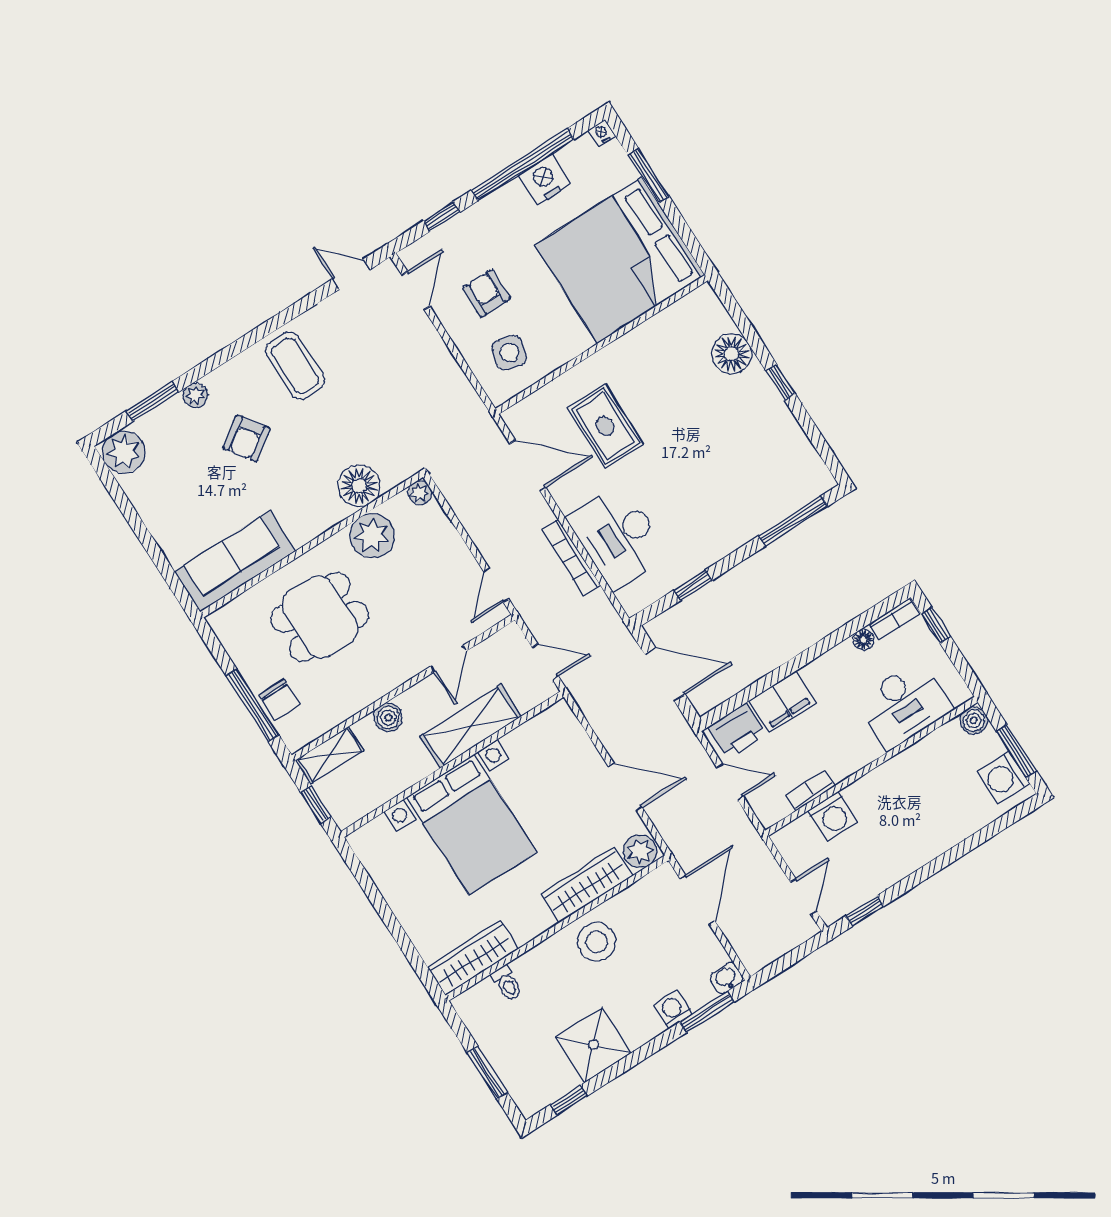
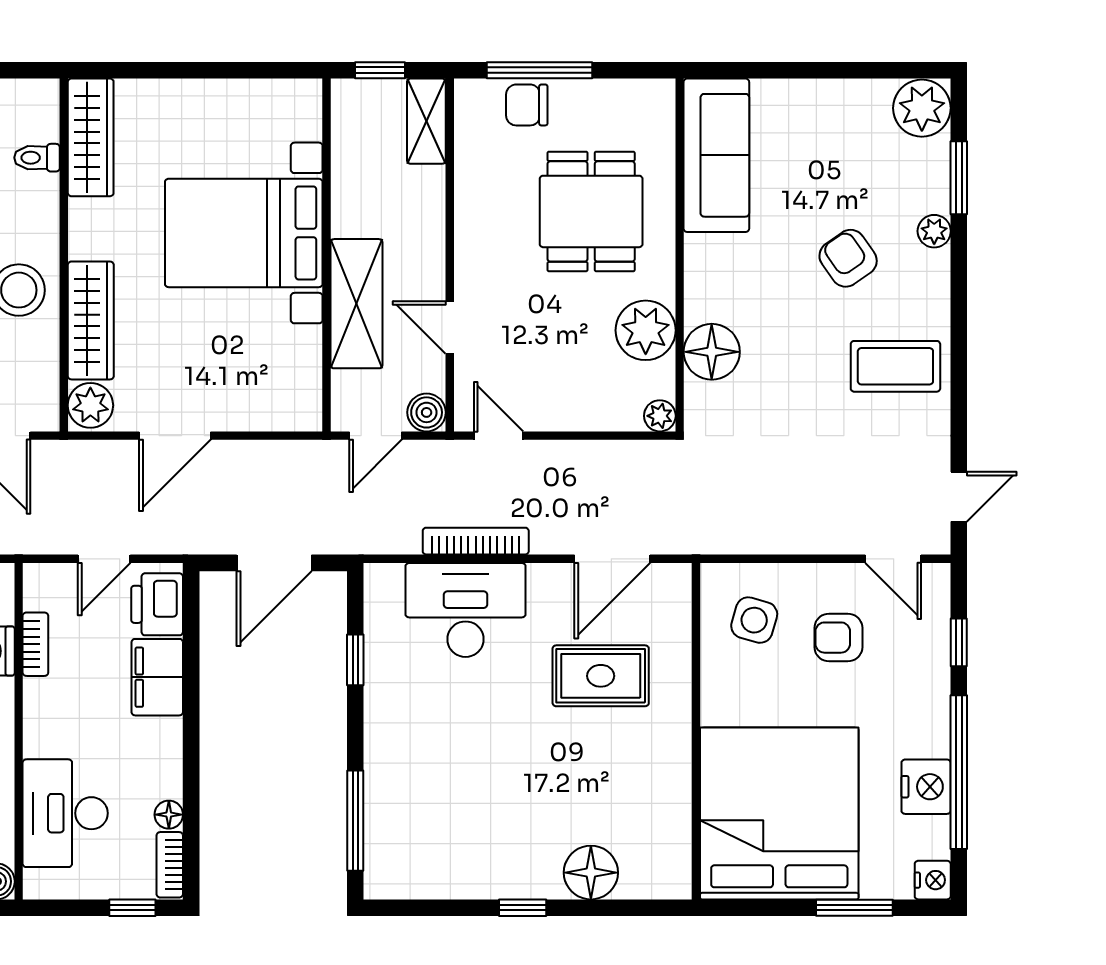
nightstand: (602, 133) -> (933, 880), width x1.39, depth x1.35
armchair: (487, 293) -> (838, 638), turned 180
boiler: (388, 717) -> (427, 412), moved

